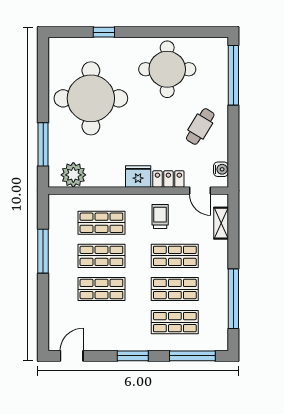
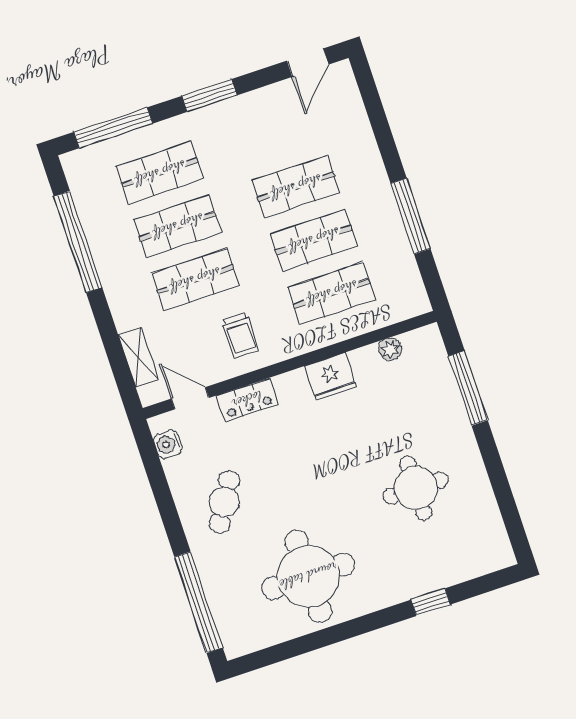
round table: (91, 98) -> (416, 488), width x0.54, depth x0.54
plant: (73, 175) -> (390, 349), width x0.53, depth x0.53
fridge: (138, 176) -> (331, 377), moved

